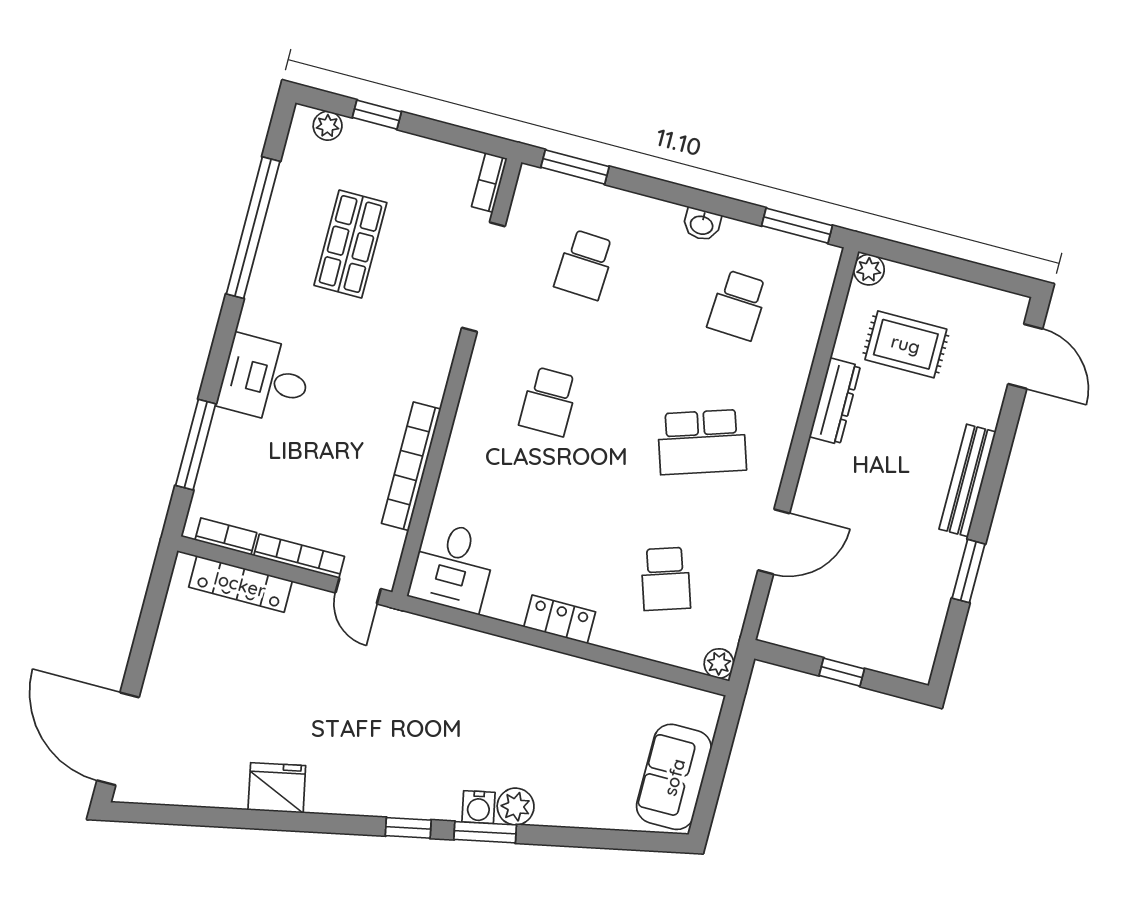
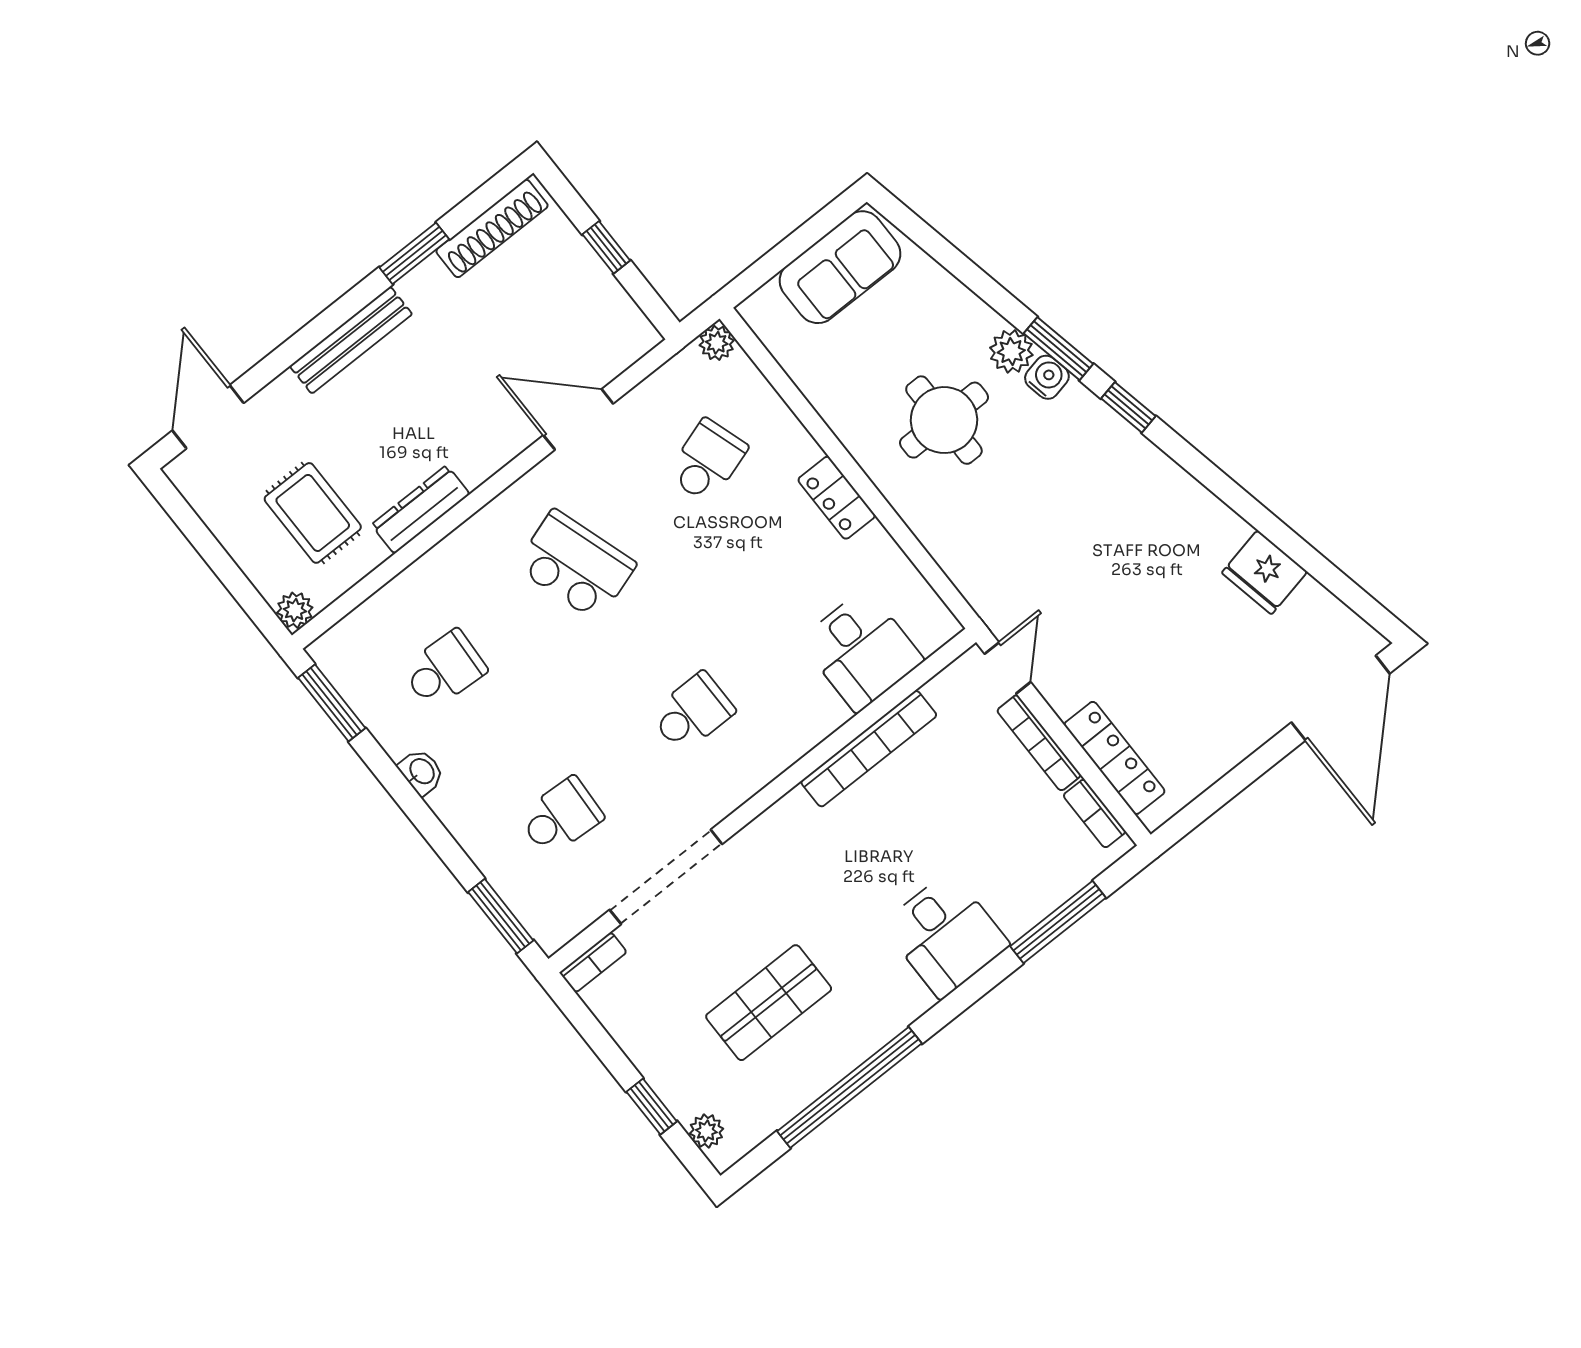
desk: (453, 567) -> (861, 650), moved, turned 90
shoe rack: (929, 627) -> (492, 228), added
round table: (526, 726) -> (944, 420), added
fridge: (277, 788) -> (1265, 572), moved

